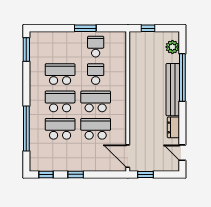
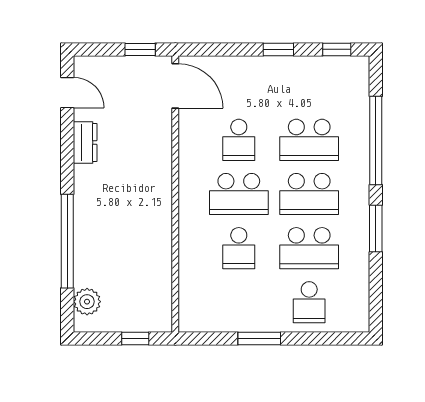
school desk: (96, 47) -> (309, 302), moved
window: (26, 50) -> (376, 228), moved
bench: (173, 90) -> (86, 217), removed
school desk: (96, 129) -> (239, 140), width x0.54

